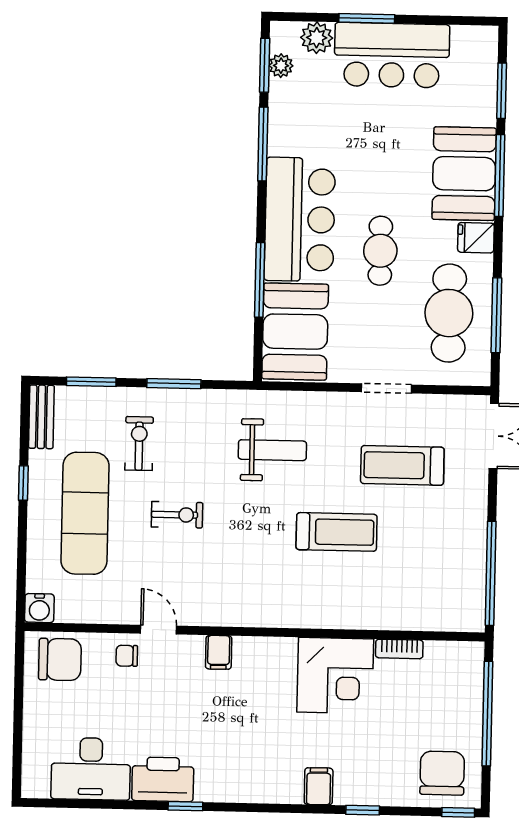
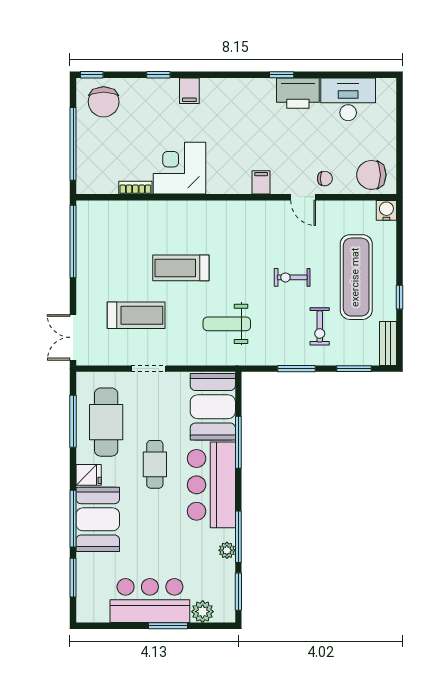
plant: (281, 66) -> (227, 550), moved

